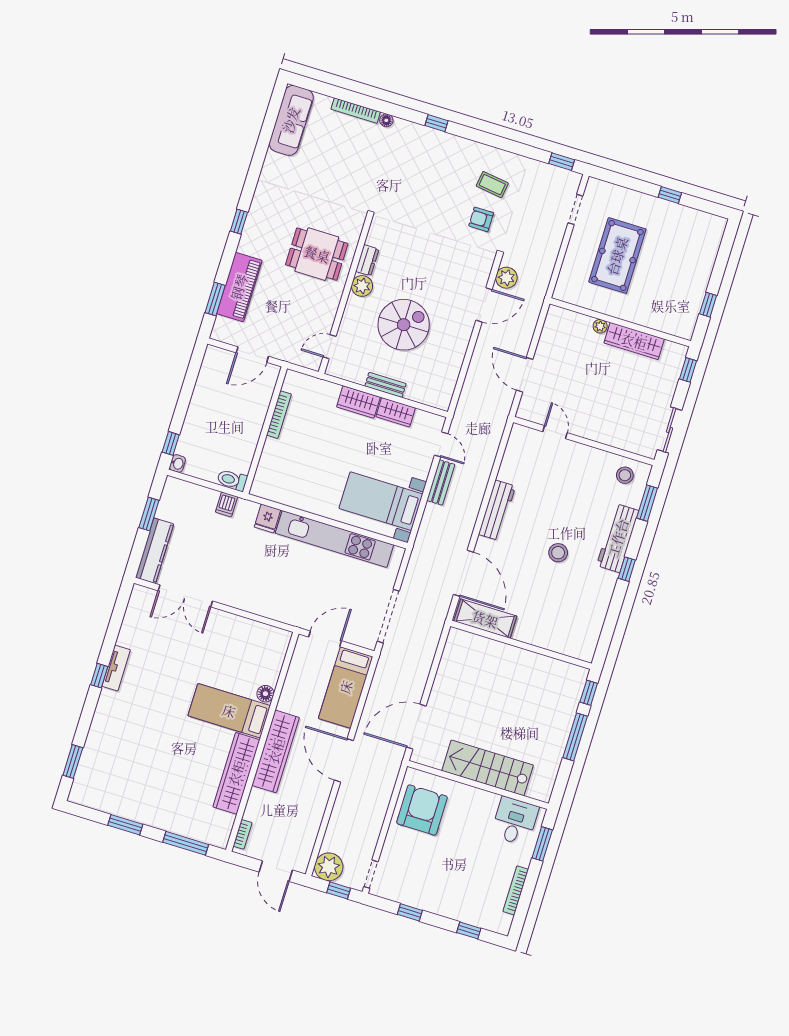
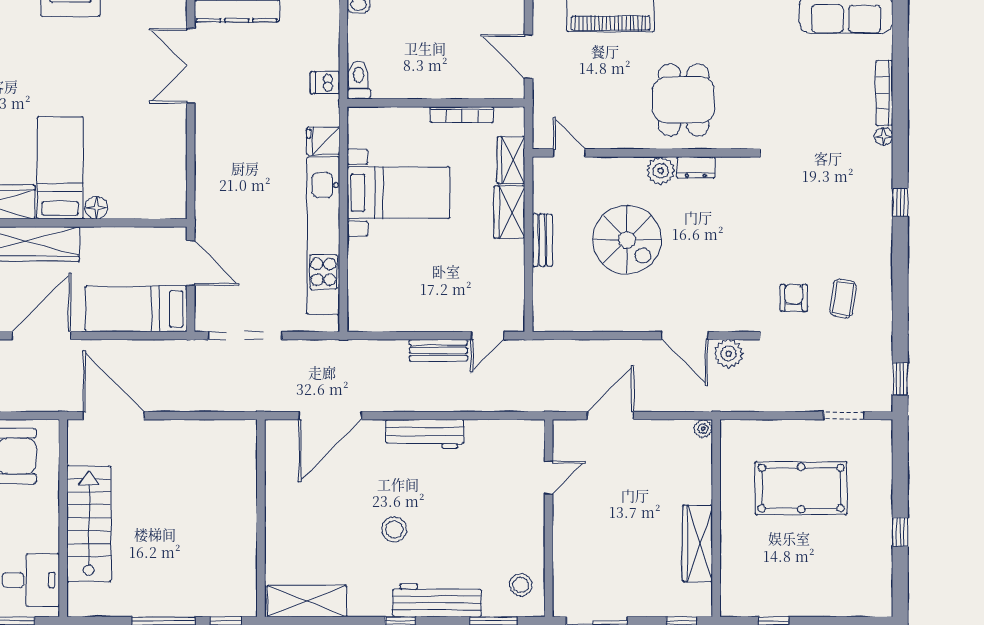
plant: (600, 326) -> (703, 429), moved
wardrobe: (396, 412) -> (511, 160), moved
bed with nightstands: (381, 501) -> (398, 193), moved, turned 90
shelving: (485, 619) -> (307, 601), moved, turned 90

